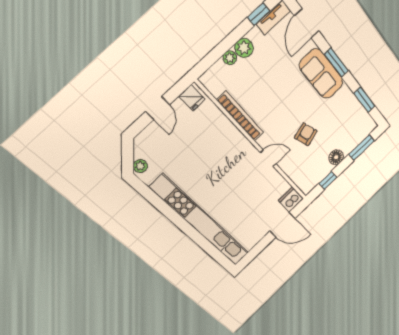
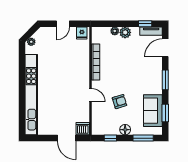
sofa: (321, 74) -> (153, 111), moved

